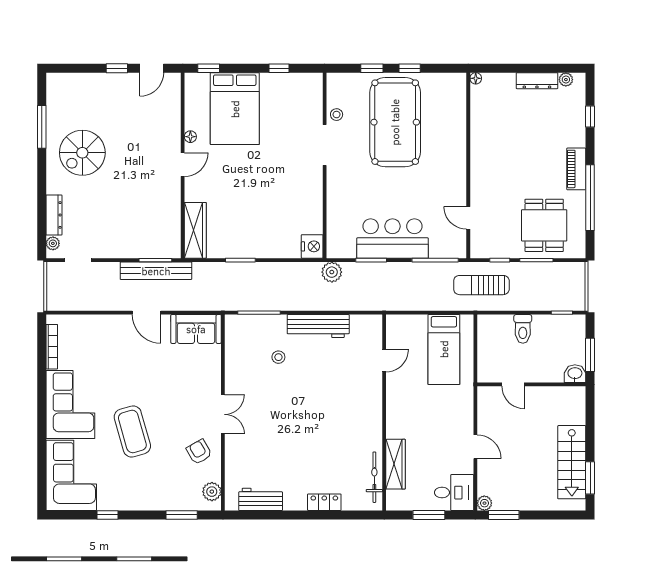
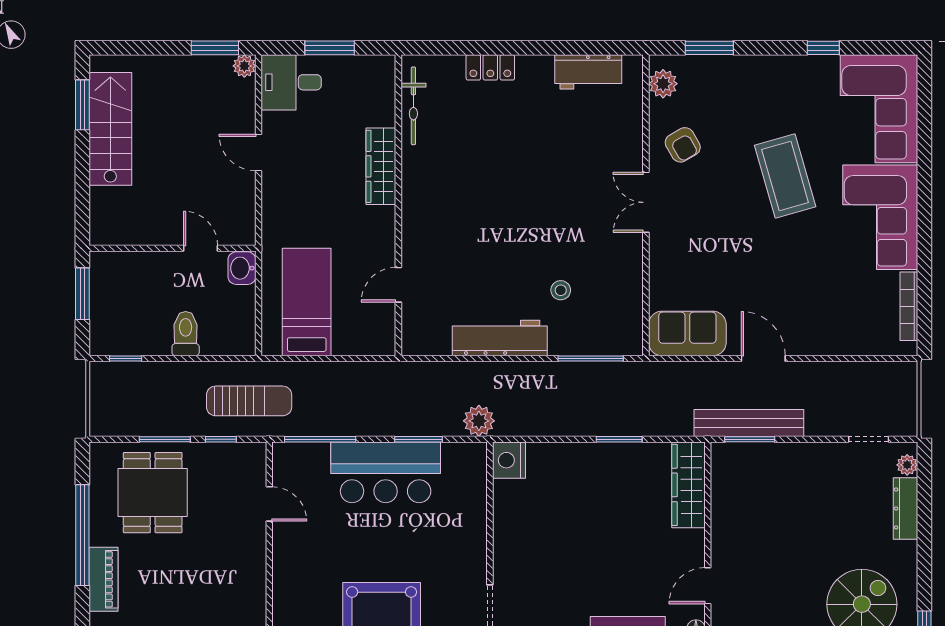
washbasin: (575, 374) -> (242, 268), moved, turned 90
wardrobe: (396, 464) -> (381, 166), moved

